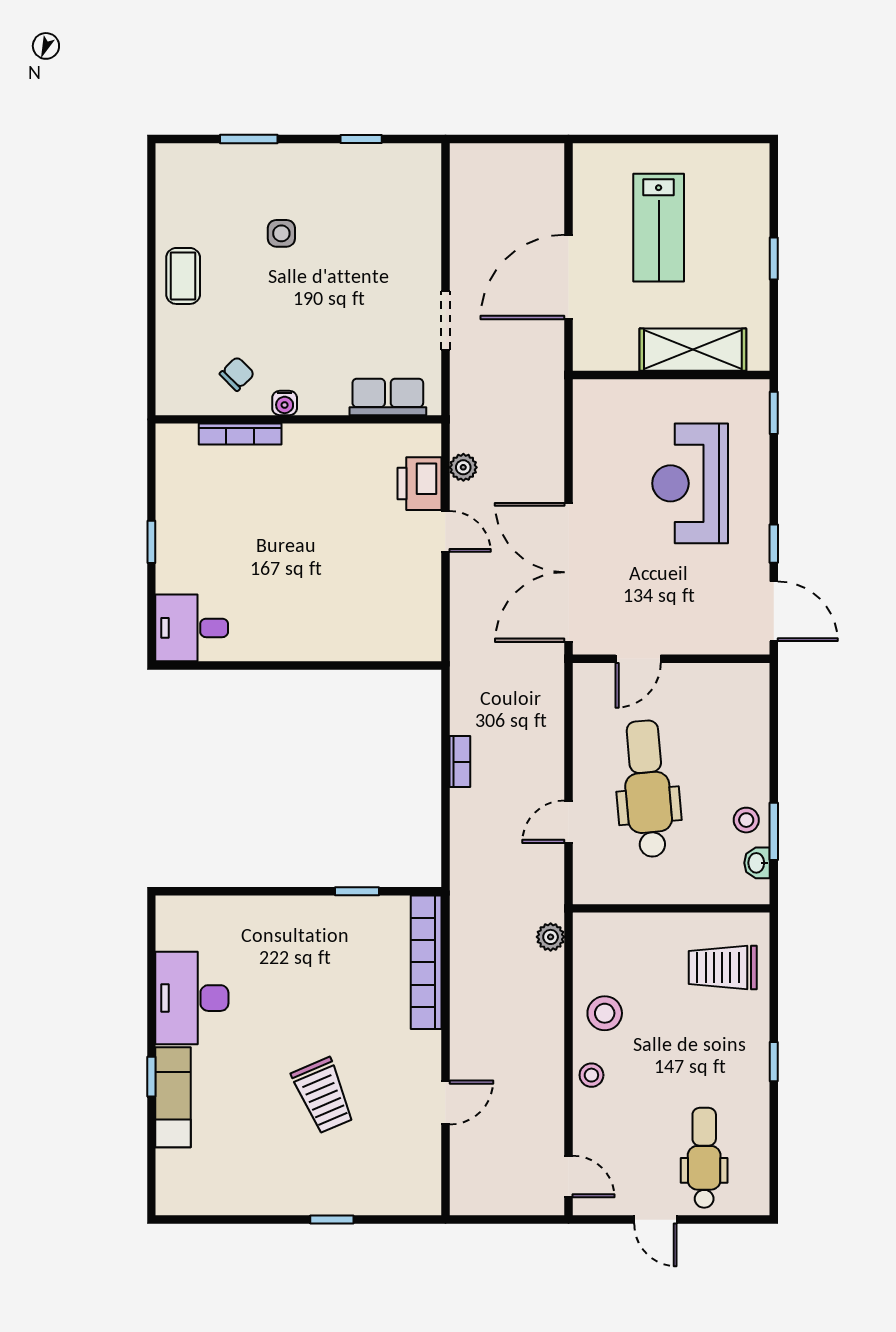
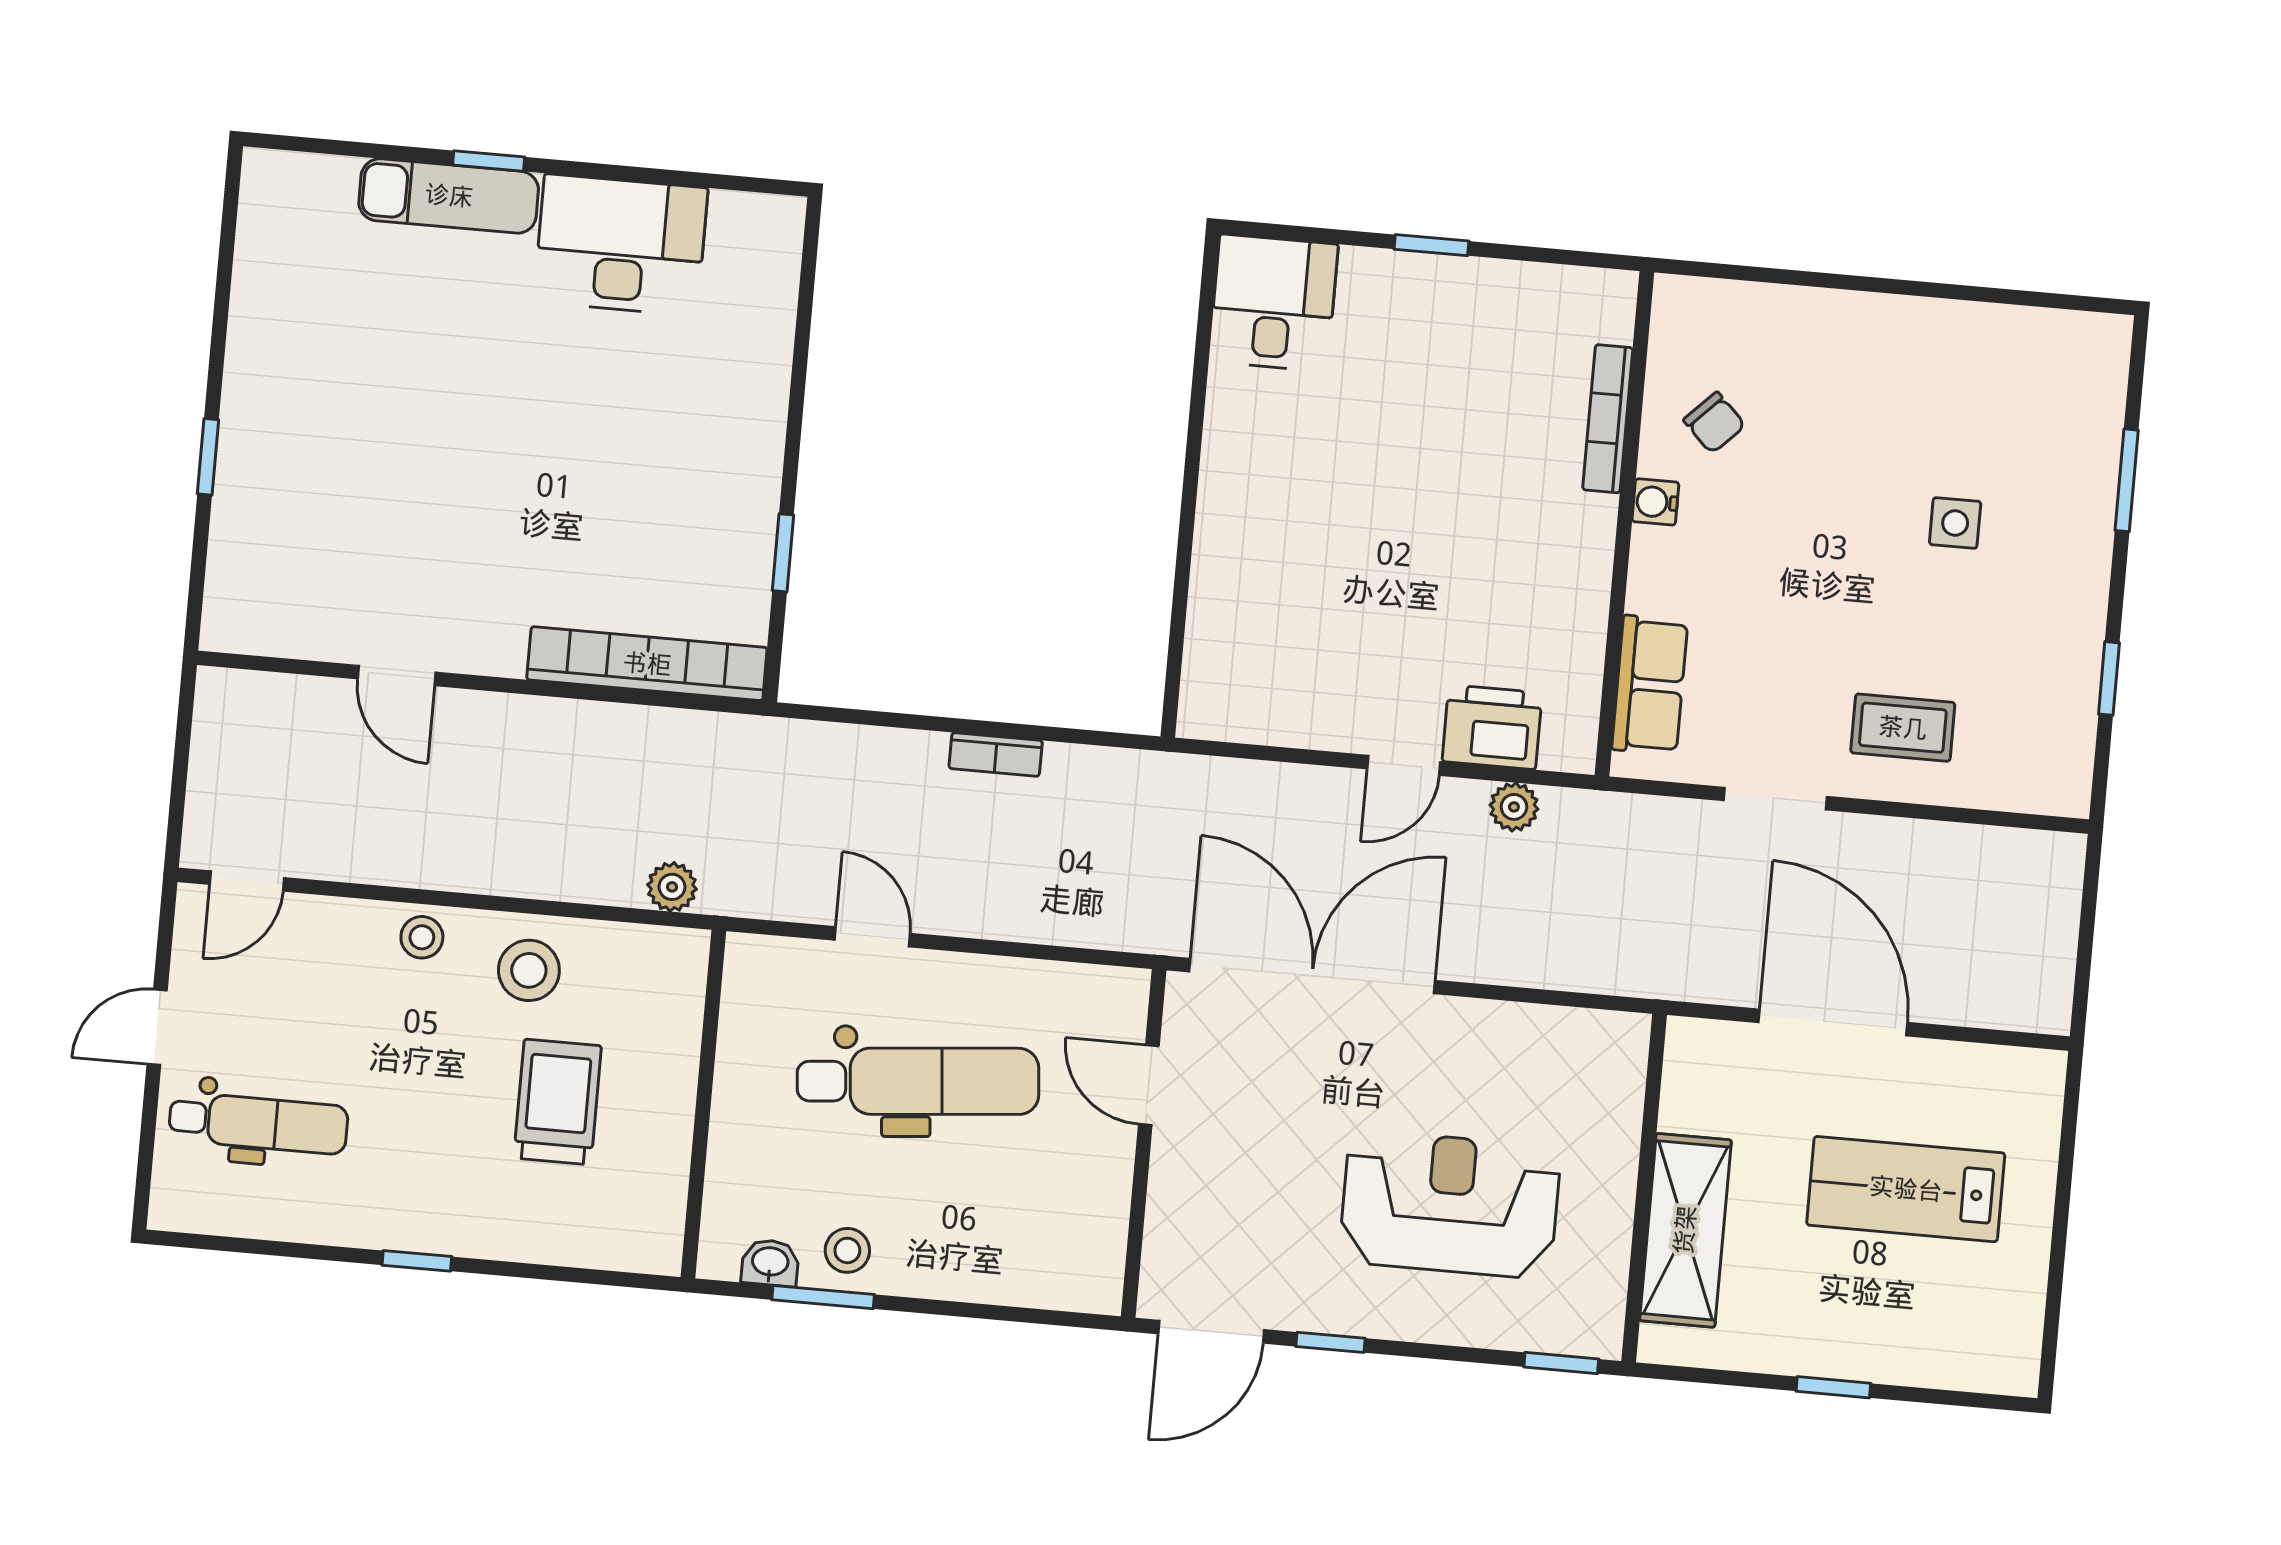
coffee table: (183, 276) -> (1903, 728), moved
trolley: (723, 968) -> (558, 1102), moved
trolley: (323, 1096) -> (428, 461), removed

